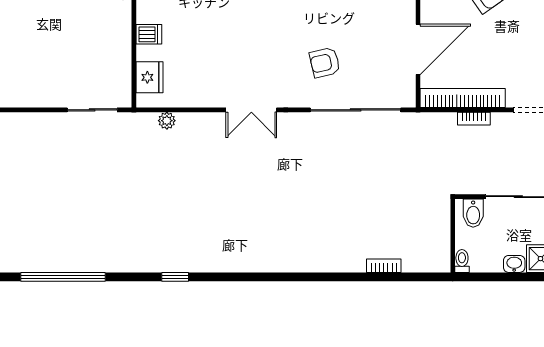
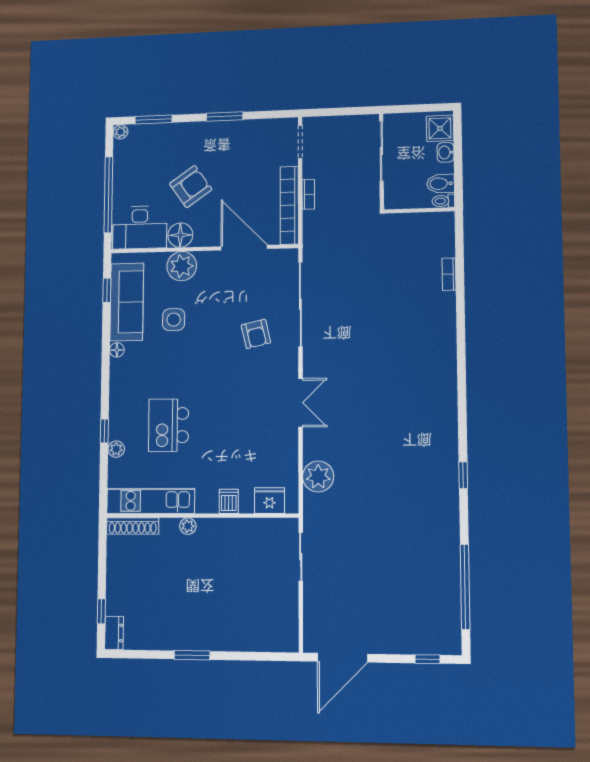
plant: (167, 121) -> (318, 477), width x1.87, depth x1.87
bidet: (473, 213) -> (440, 184), moved, turned 180

